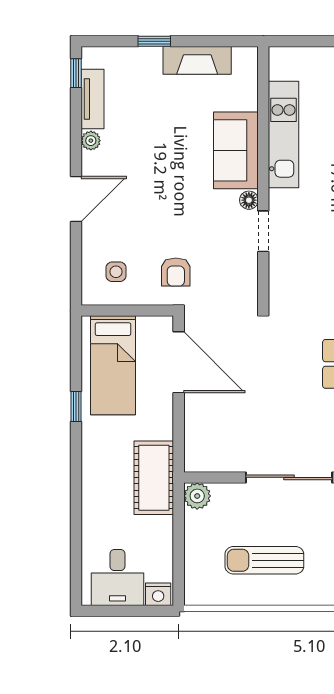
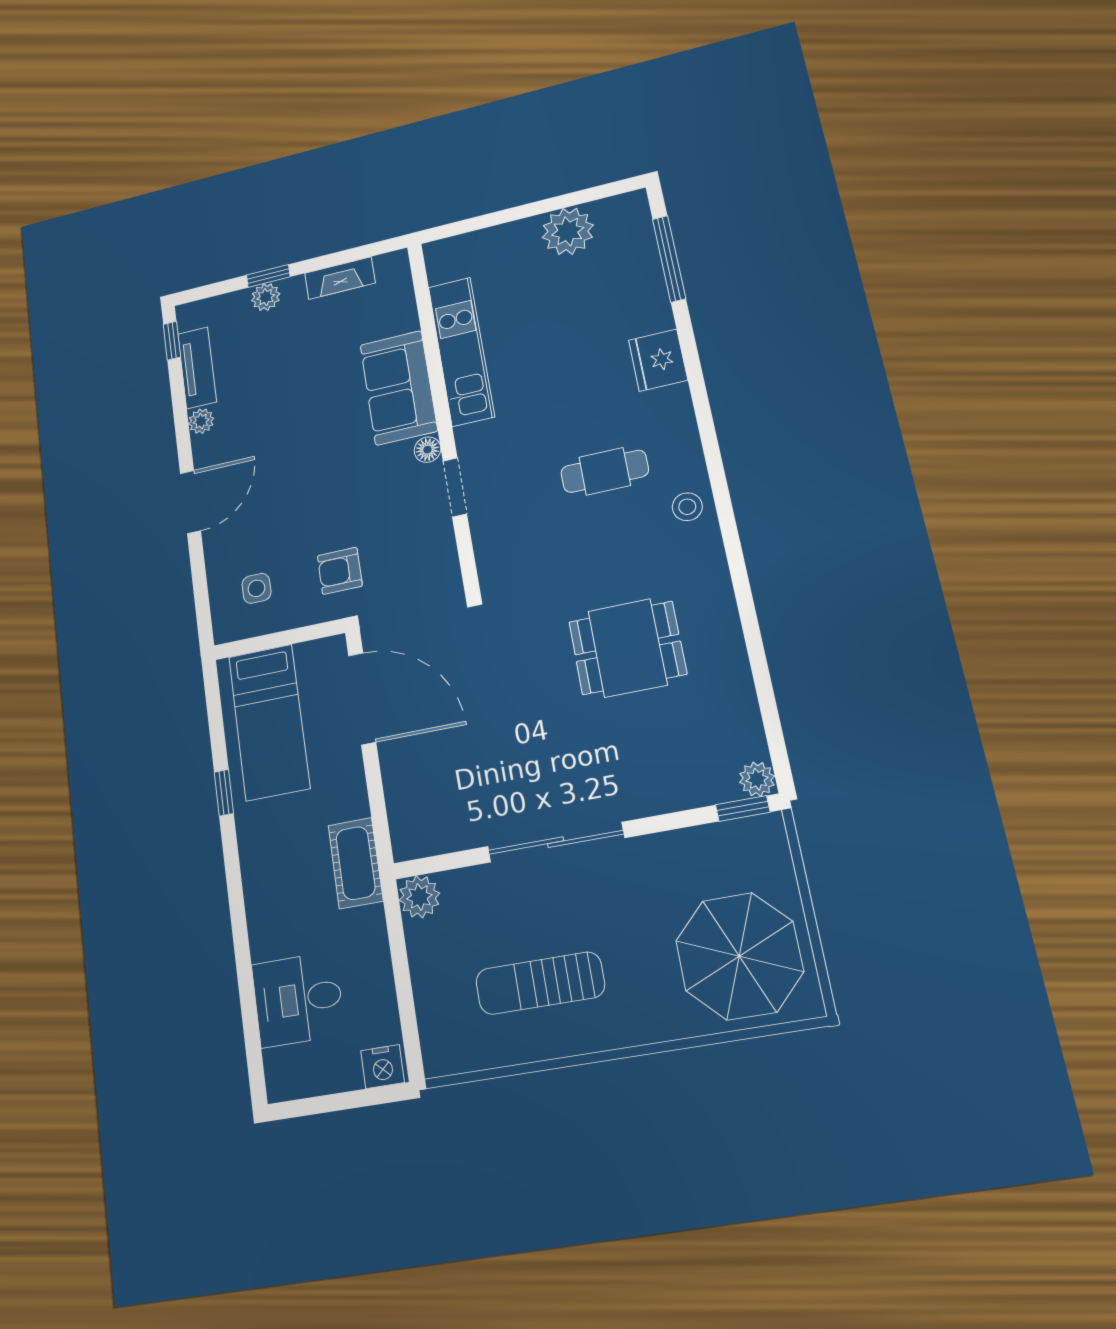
plant: (150, 57) -> (266, 297), added
fireplace: (197, 60) -> (340, 278), width x0.73, depth x0.76
armchair: (176, 272) -> (340, 571), turned 90
cot: (154, 478) -> (356, 863), width x0.73, depth x0.75
desk: (117, 577) -> (298, 999), moved, turned 90

